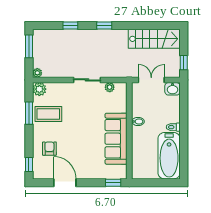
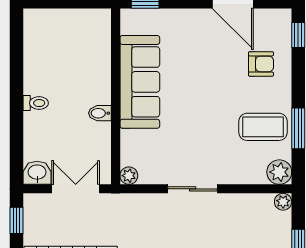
double door: (151, 80) -> (76, 189), swing flipped
plant: (110, 87) -> (129, 176), moved
armchair: (49, 149) -> (261, 64), turned -90
bathtub: (169, 156) -> (43, 51), removed

